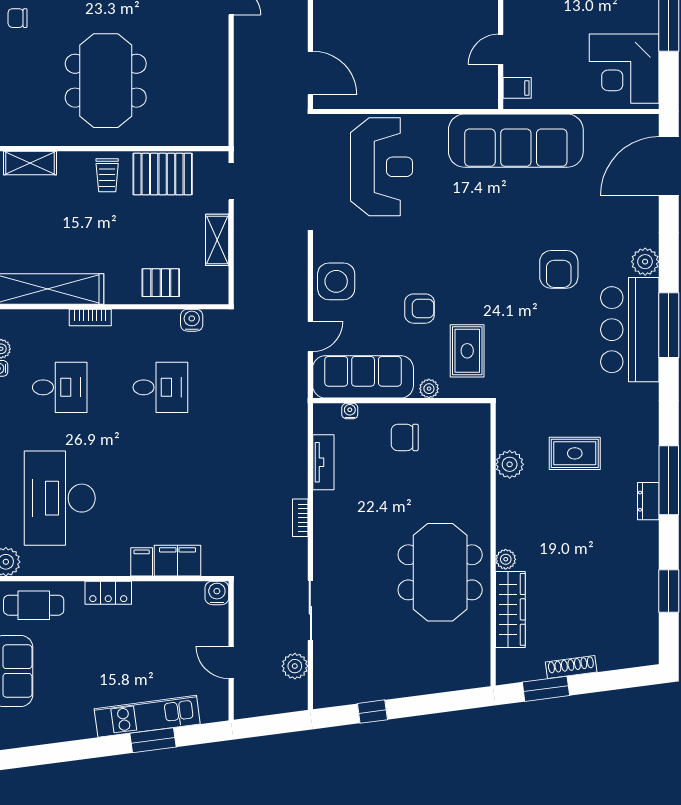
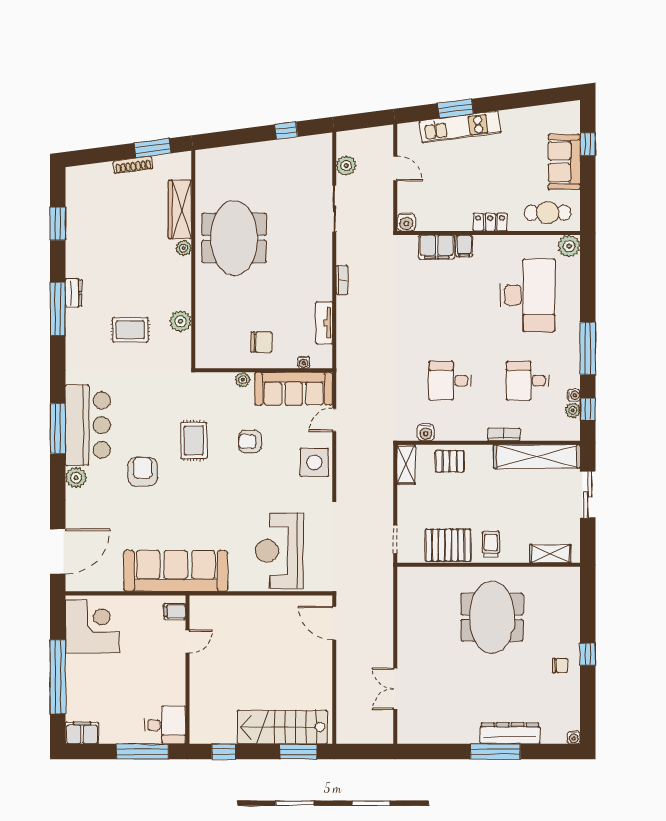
shelving: (217, 240) -> (406, 464), moved
rug: (467, 351) -> (194, 441), moved

